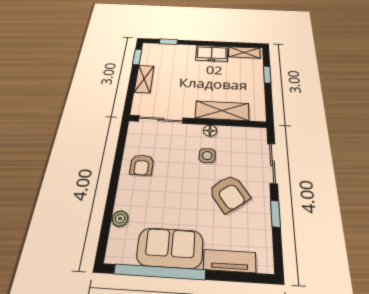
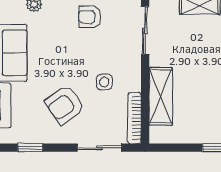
floor lamp: (210, 131) -> (134, 84), removed
bookcase: (242, 132) -> (134, 118), added
window: (275, 214) -> (30, 148), moved

